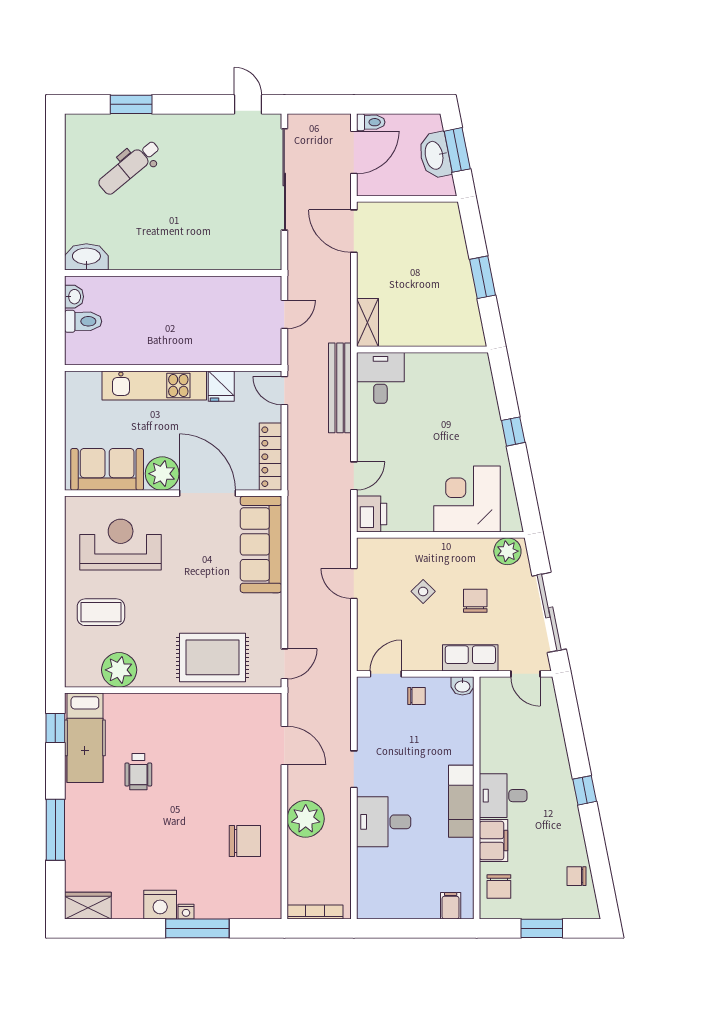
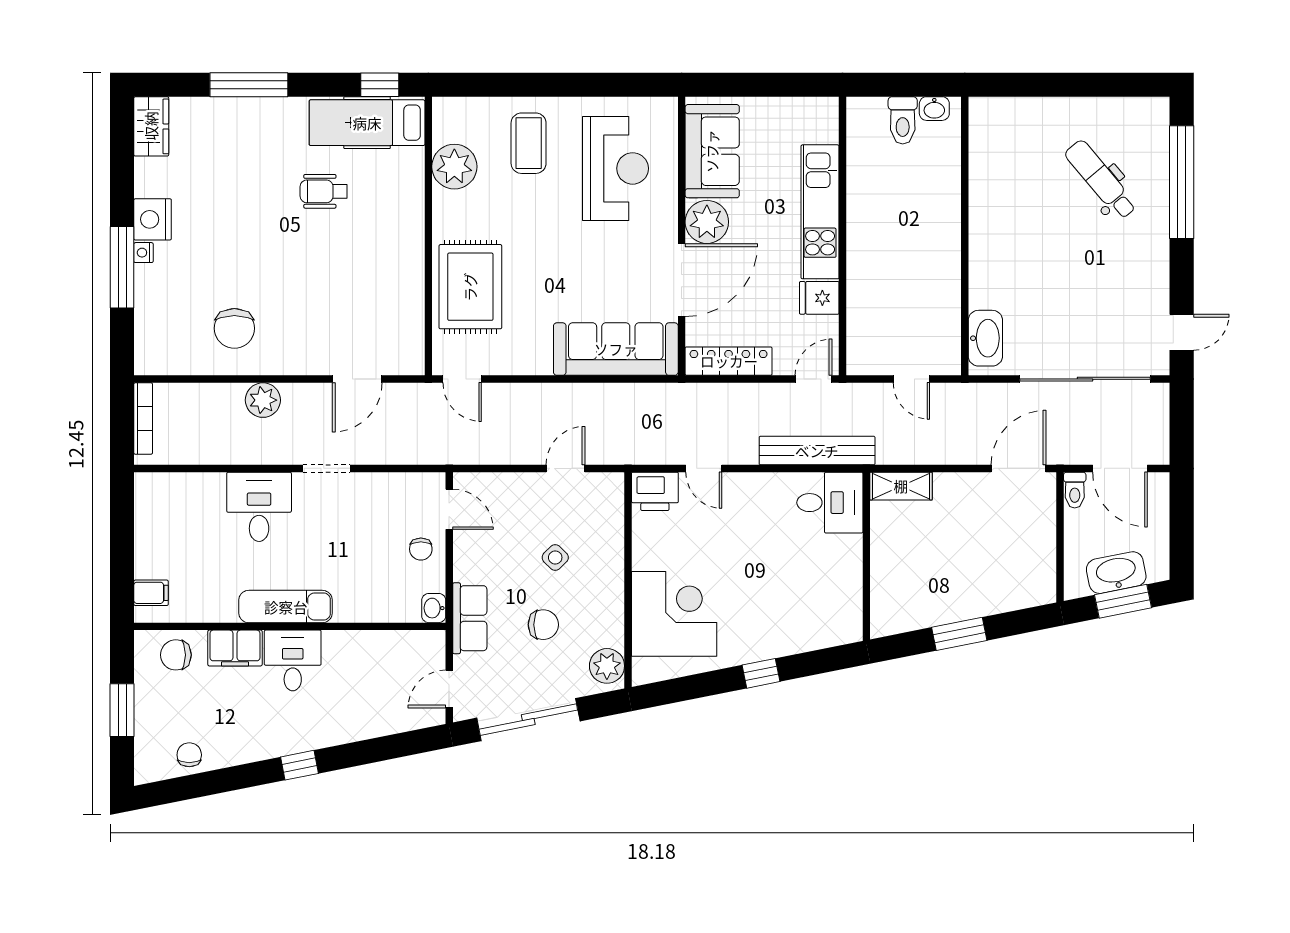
window: (131, 104) -> (1182, 182), width x2.11
toilet: (371, 122) -> (1075, 490), moved
washbasin: (86, 257) -> (985, 338), moved
plant: (306, 819) -> (263, 400), width x0.73, depth x0.73

